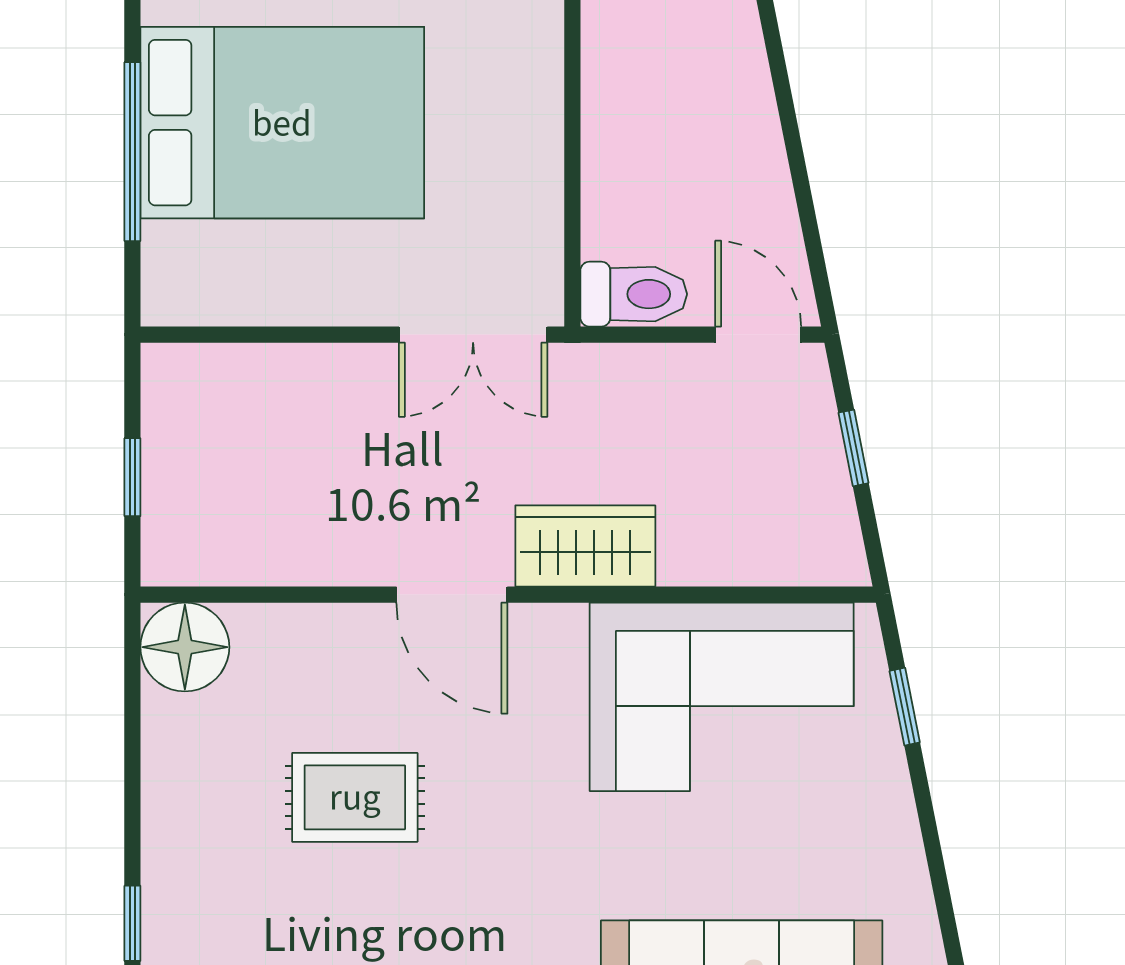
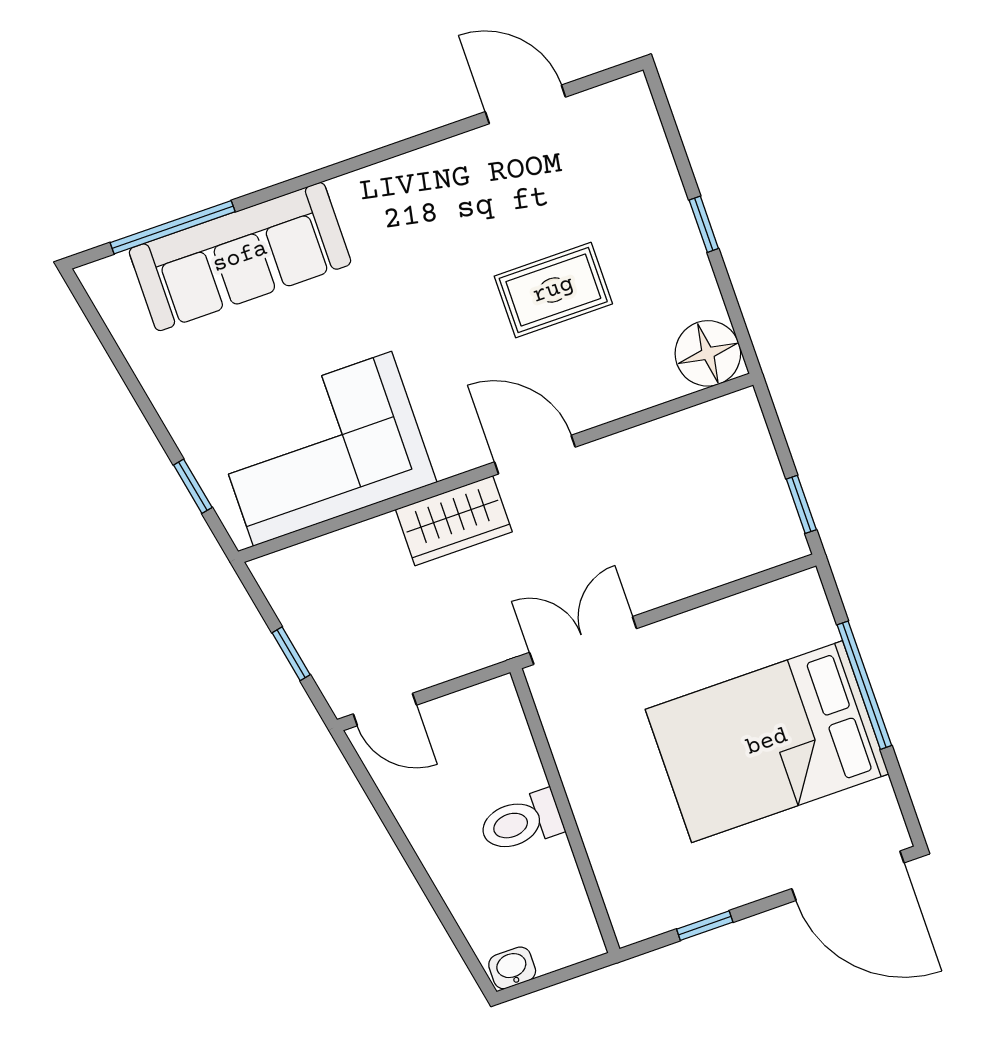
toilet: (634, 294) -> (521, 822), moved
window: (132, 477) -> (801, 504), moved
window: (132, 923) -> (704, 224), moved

